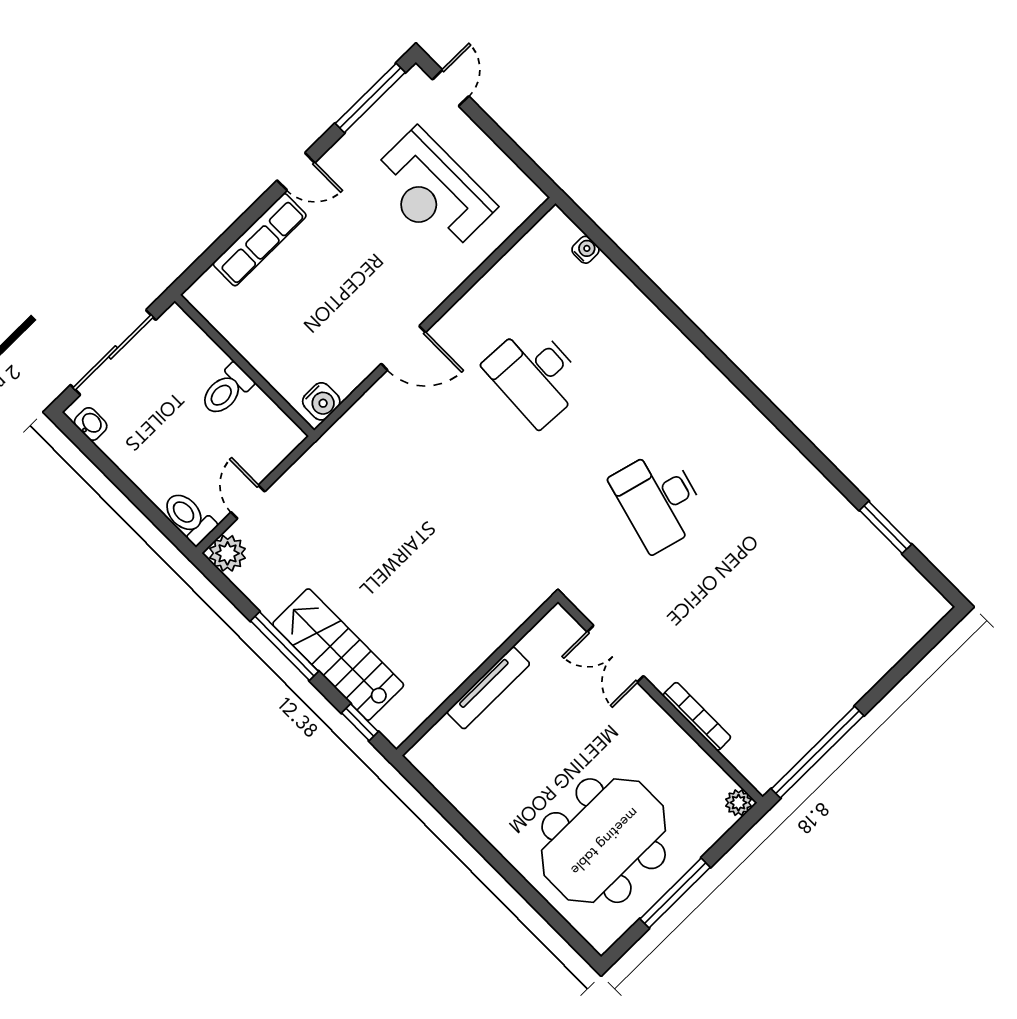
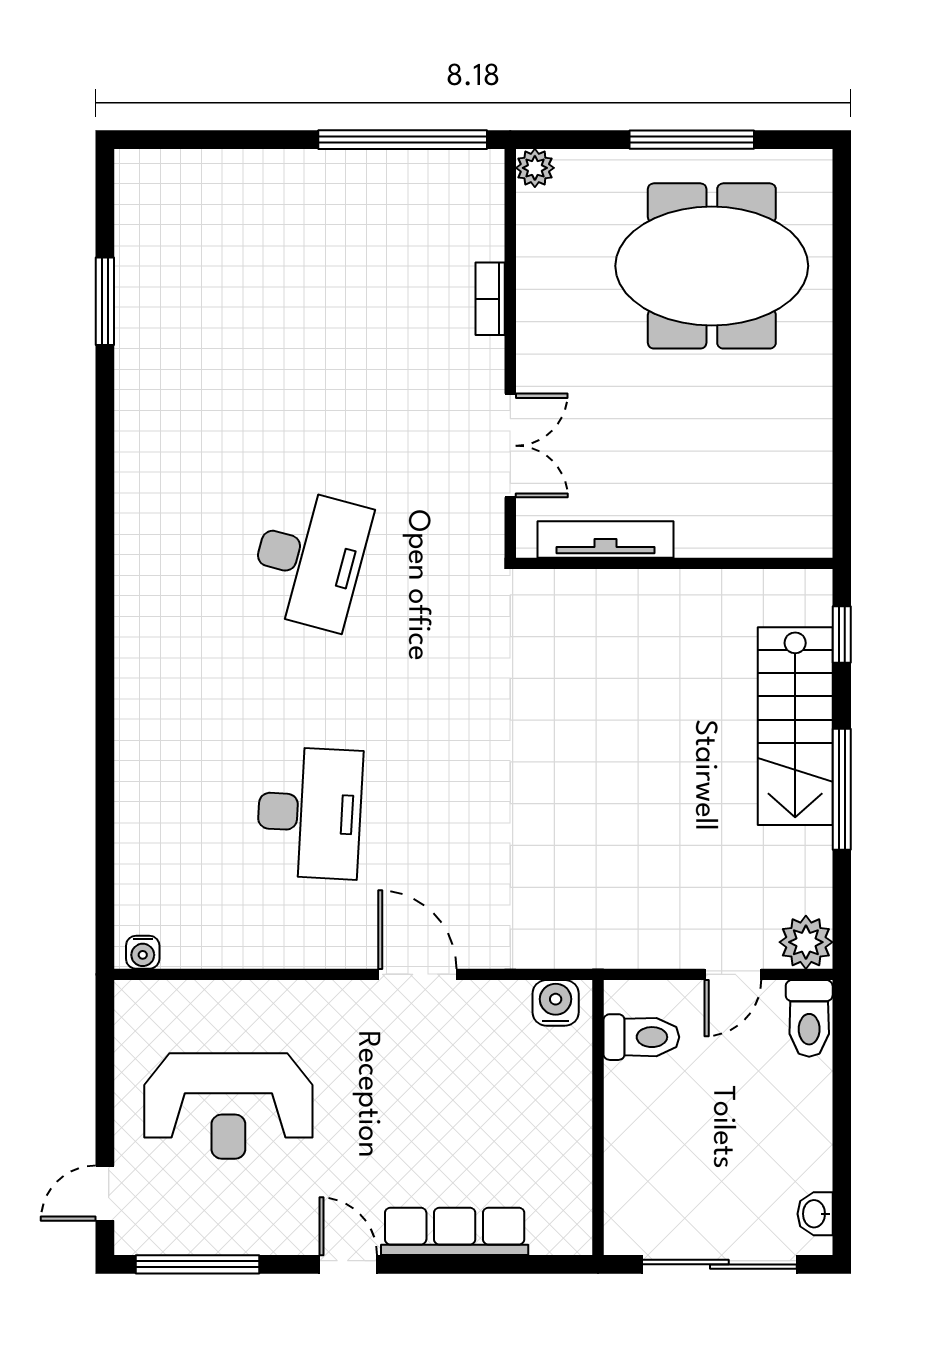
reception desk: (432, 191) -> (228, 1106), turned 90
water cooler: (586, 250) -> (143, 952), moved, turned -90
toilet: (226, 390) -> (641, 1037), moved
tv unit: (488, 688) -> (605, 540), moved
bookcase: (697, 716) -> (490, 299), width x0.64

